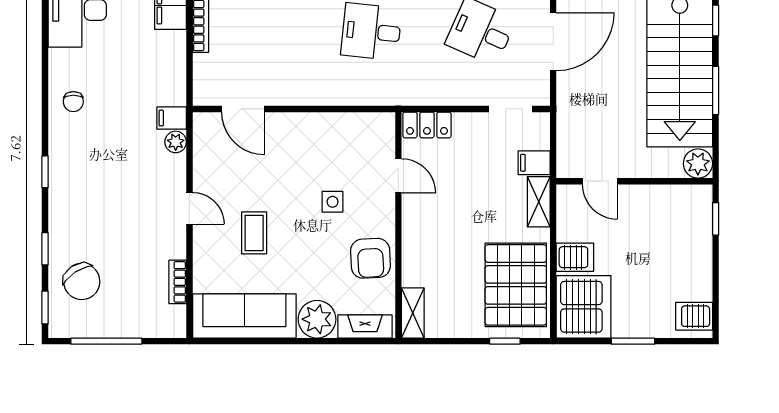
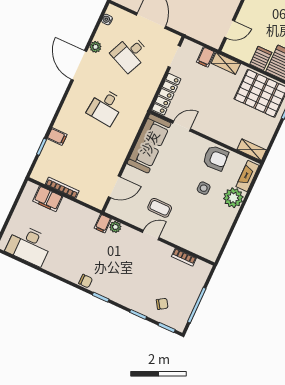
chair: (73, 102) -> (86, 281), moved
locker: (427, 125) -> (166, 94), width x1.53
side table: (332, 202) -> (204, 188), moved
coffee table: (254, 233) -> (160, 208), moved
chair: (82, 281) -> (162, 304), width x0.54, depth x0.54
sofa: (244, 316) -> (149, 143), moved, turned 180

